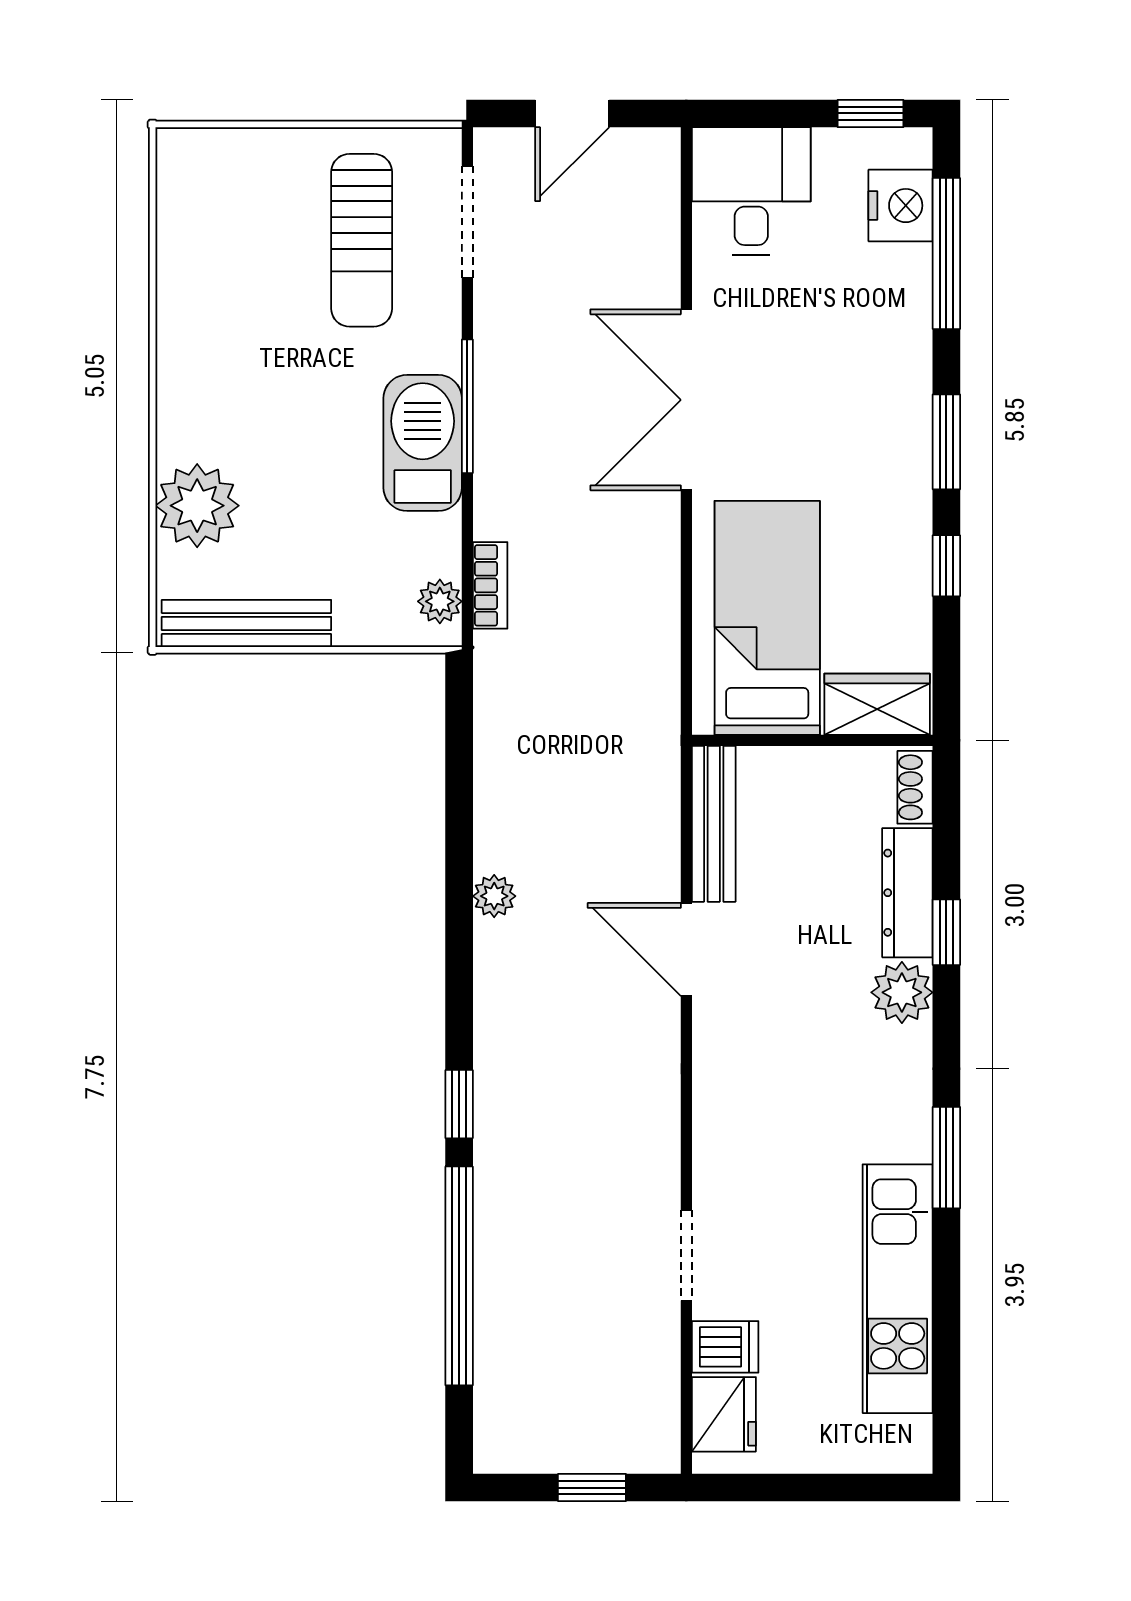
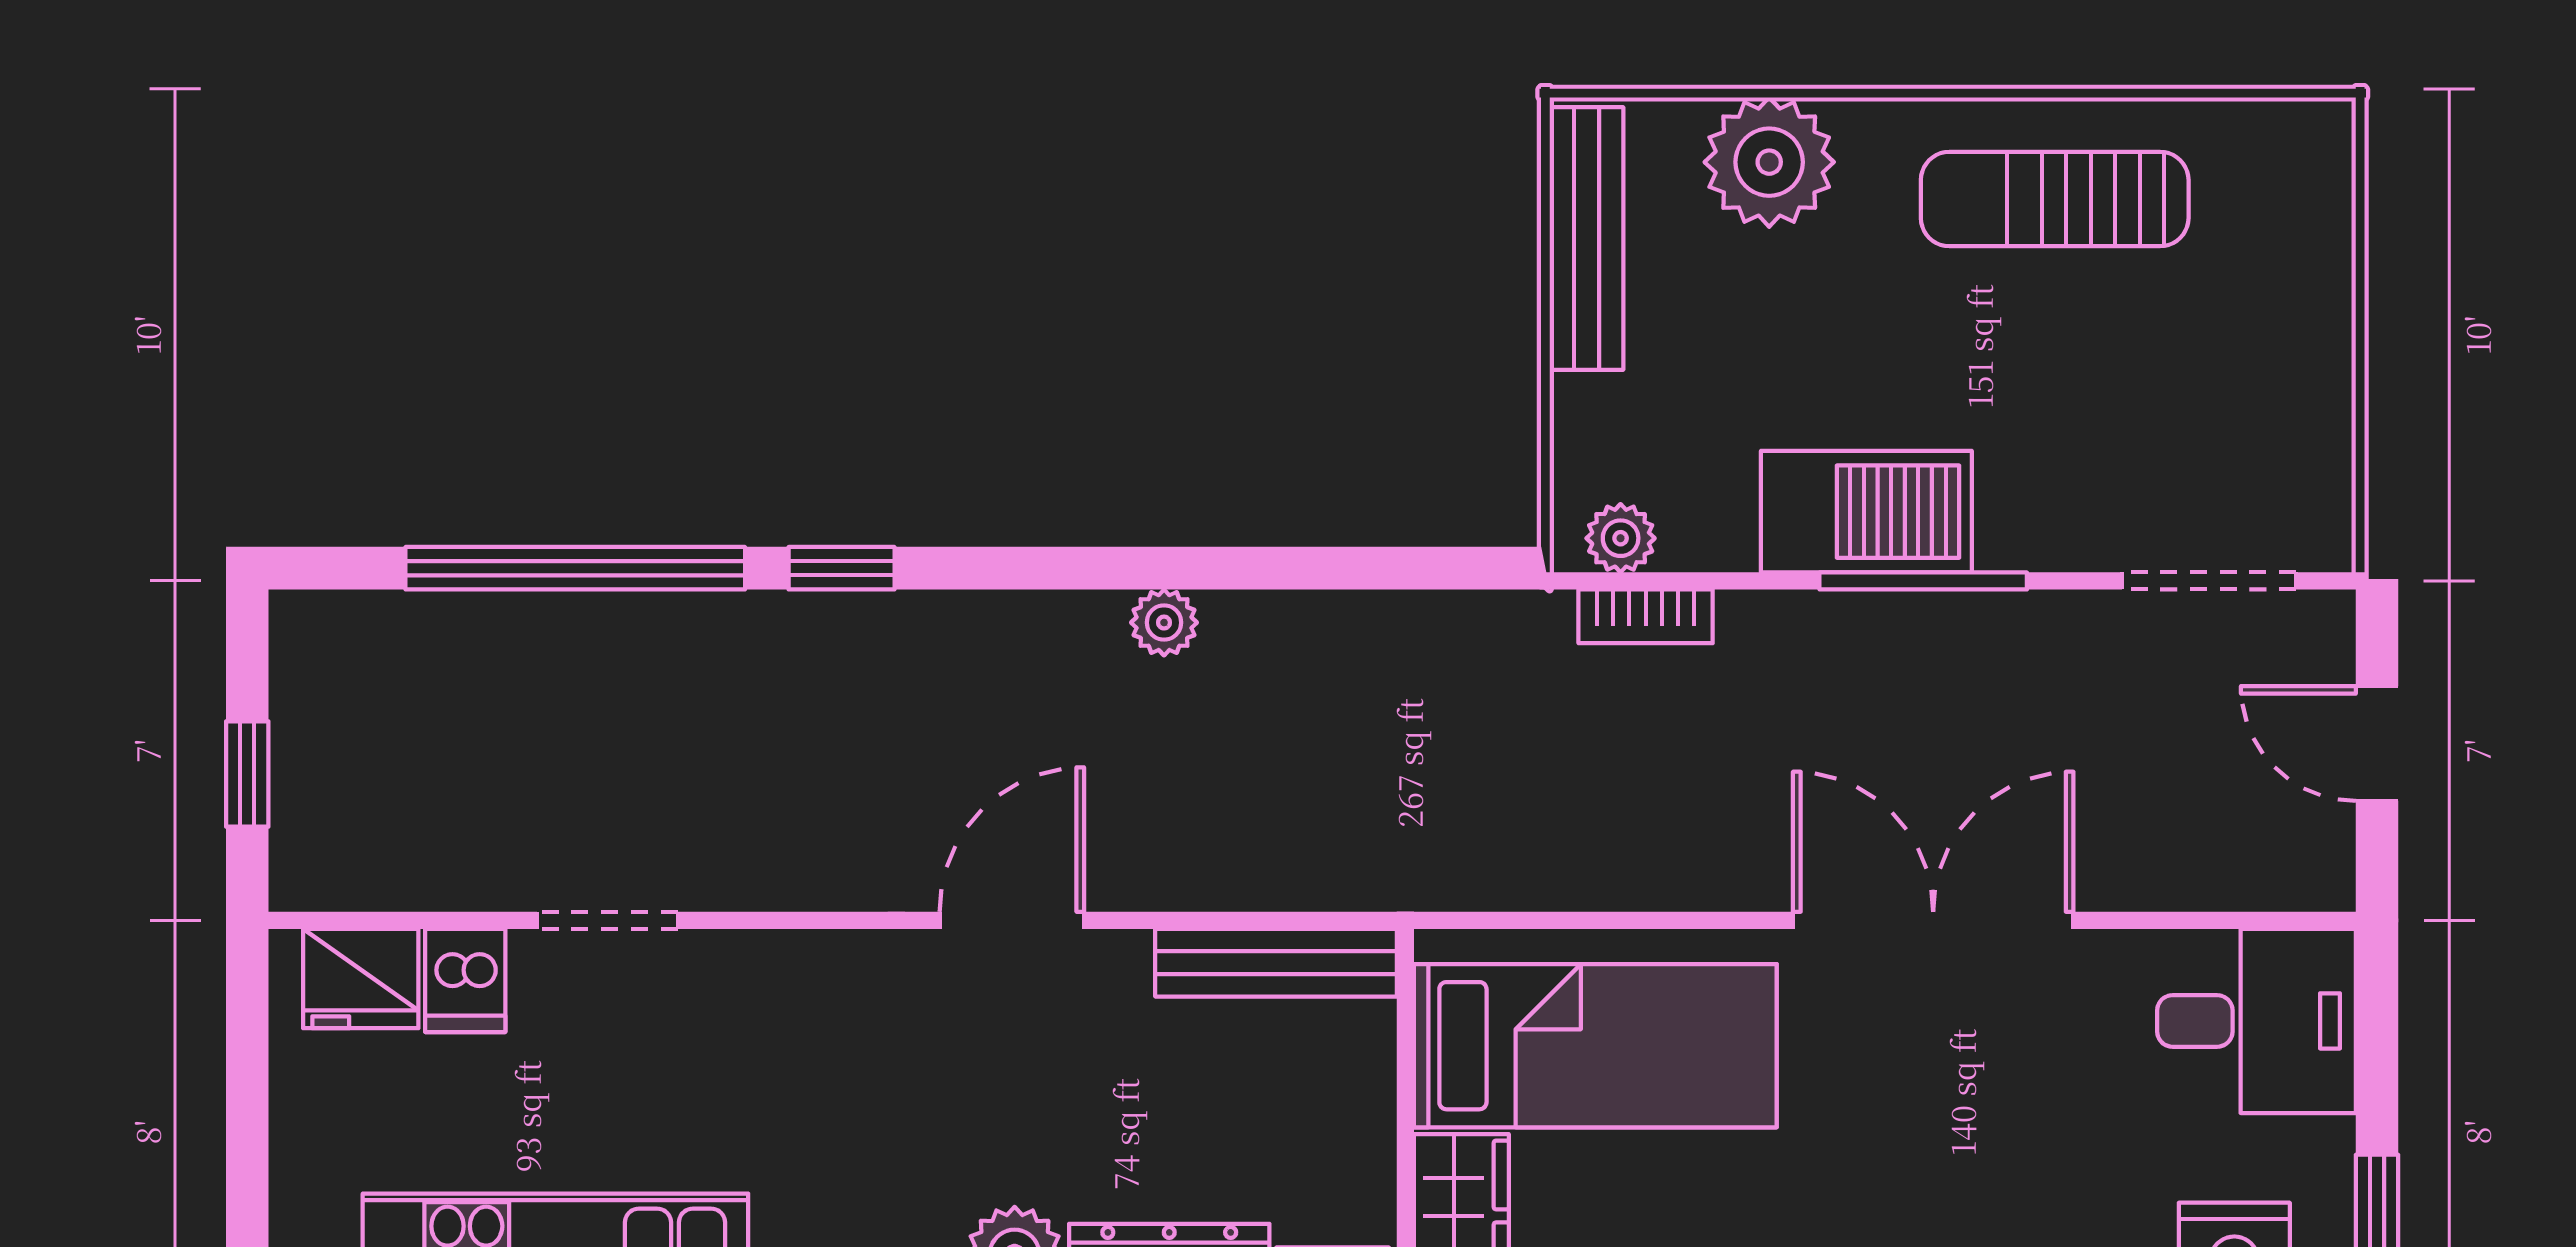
sun lounger: (362, 240) -> (2055, 199), moved
door: (686, 950) -> (1012, 920), moved

